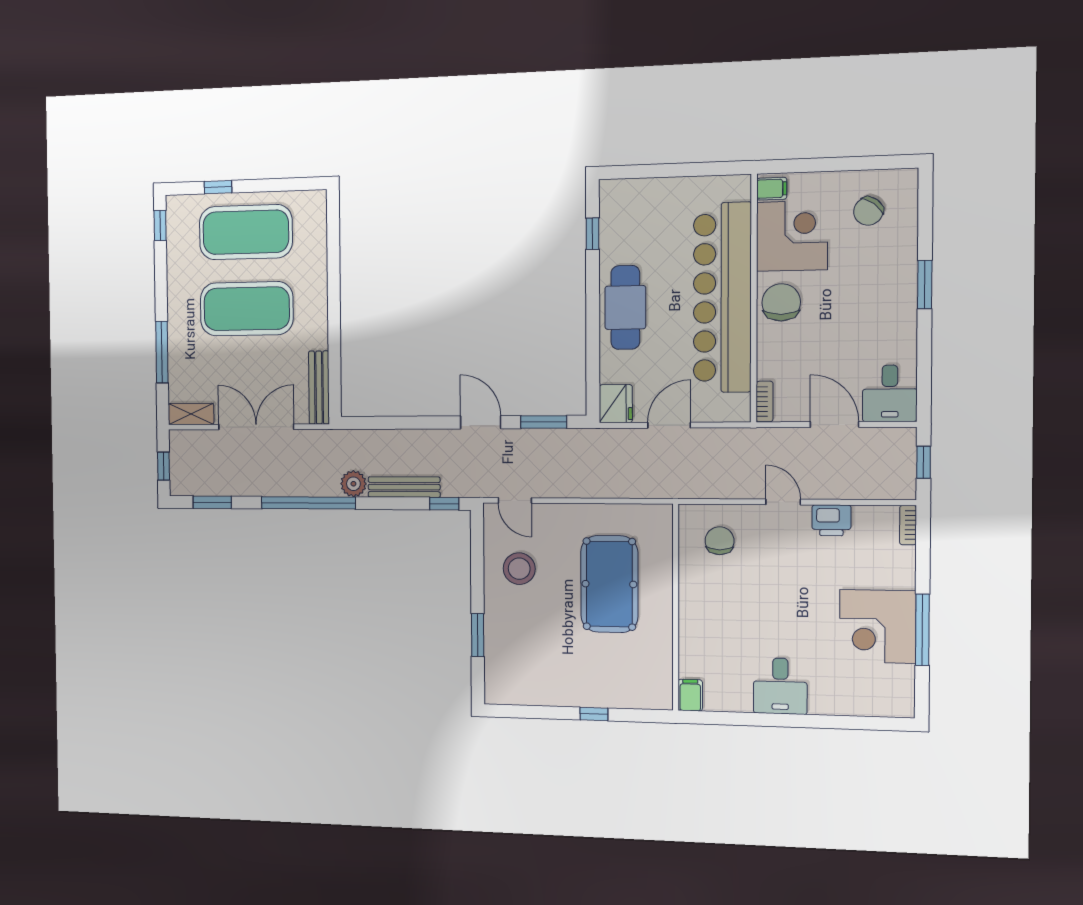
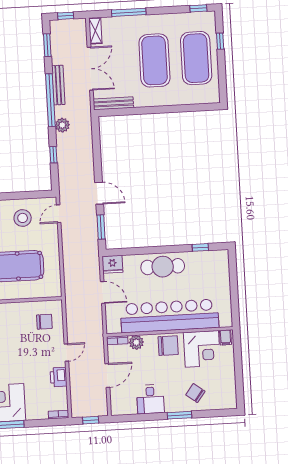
chair: (868, 211) -> (195, 393), moved
plant: (771, 365) -> (136, 342), added
desk: (890, 393) -> (150, 399), moved, turned -90
door: (481, 422) -> (99, 193), hinge flipped
bench: (404, 487) -> (58, 85), moved
window: (444, 504) -> (53, 155), moved

